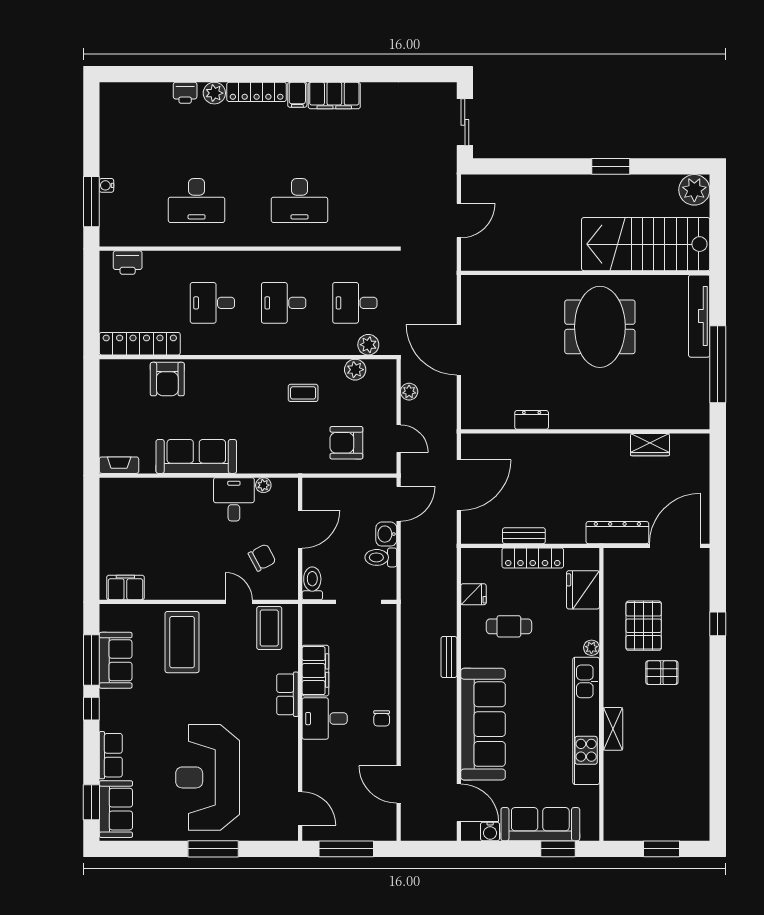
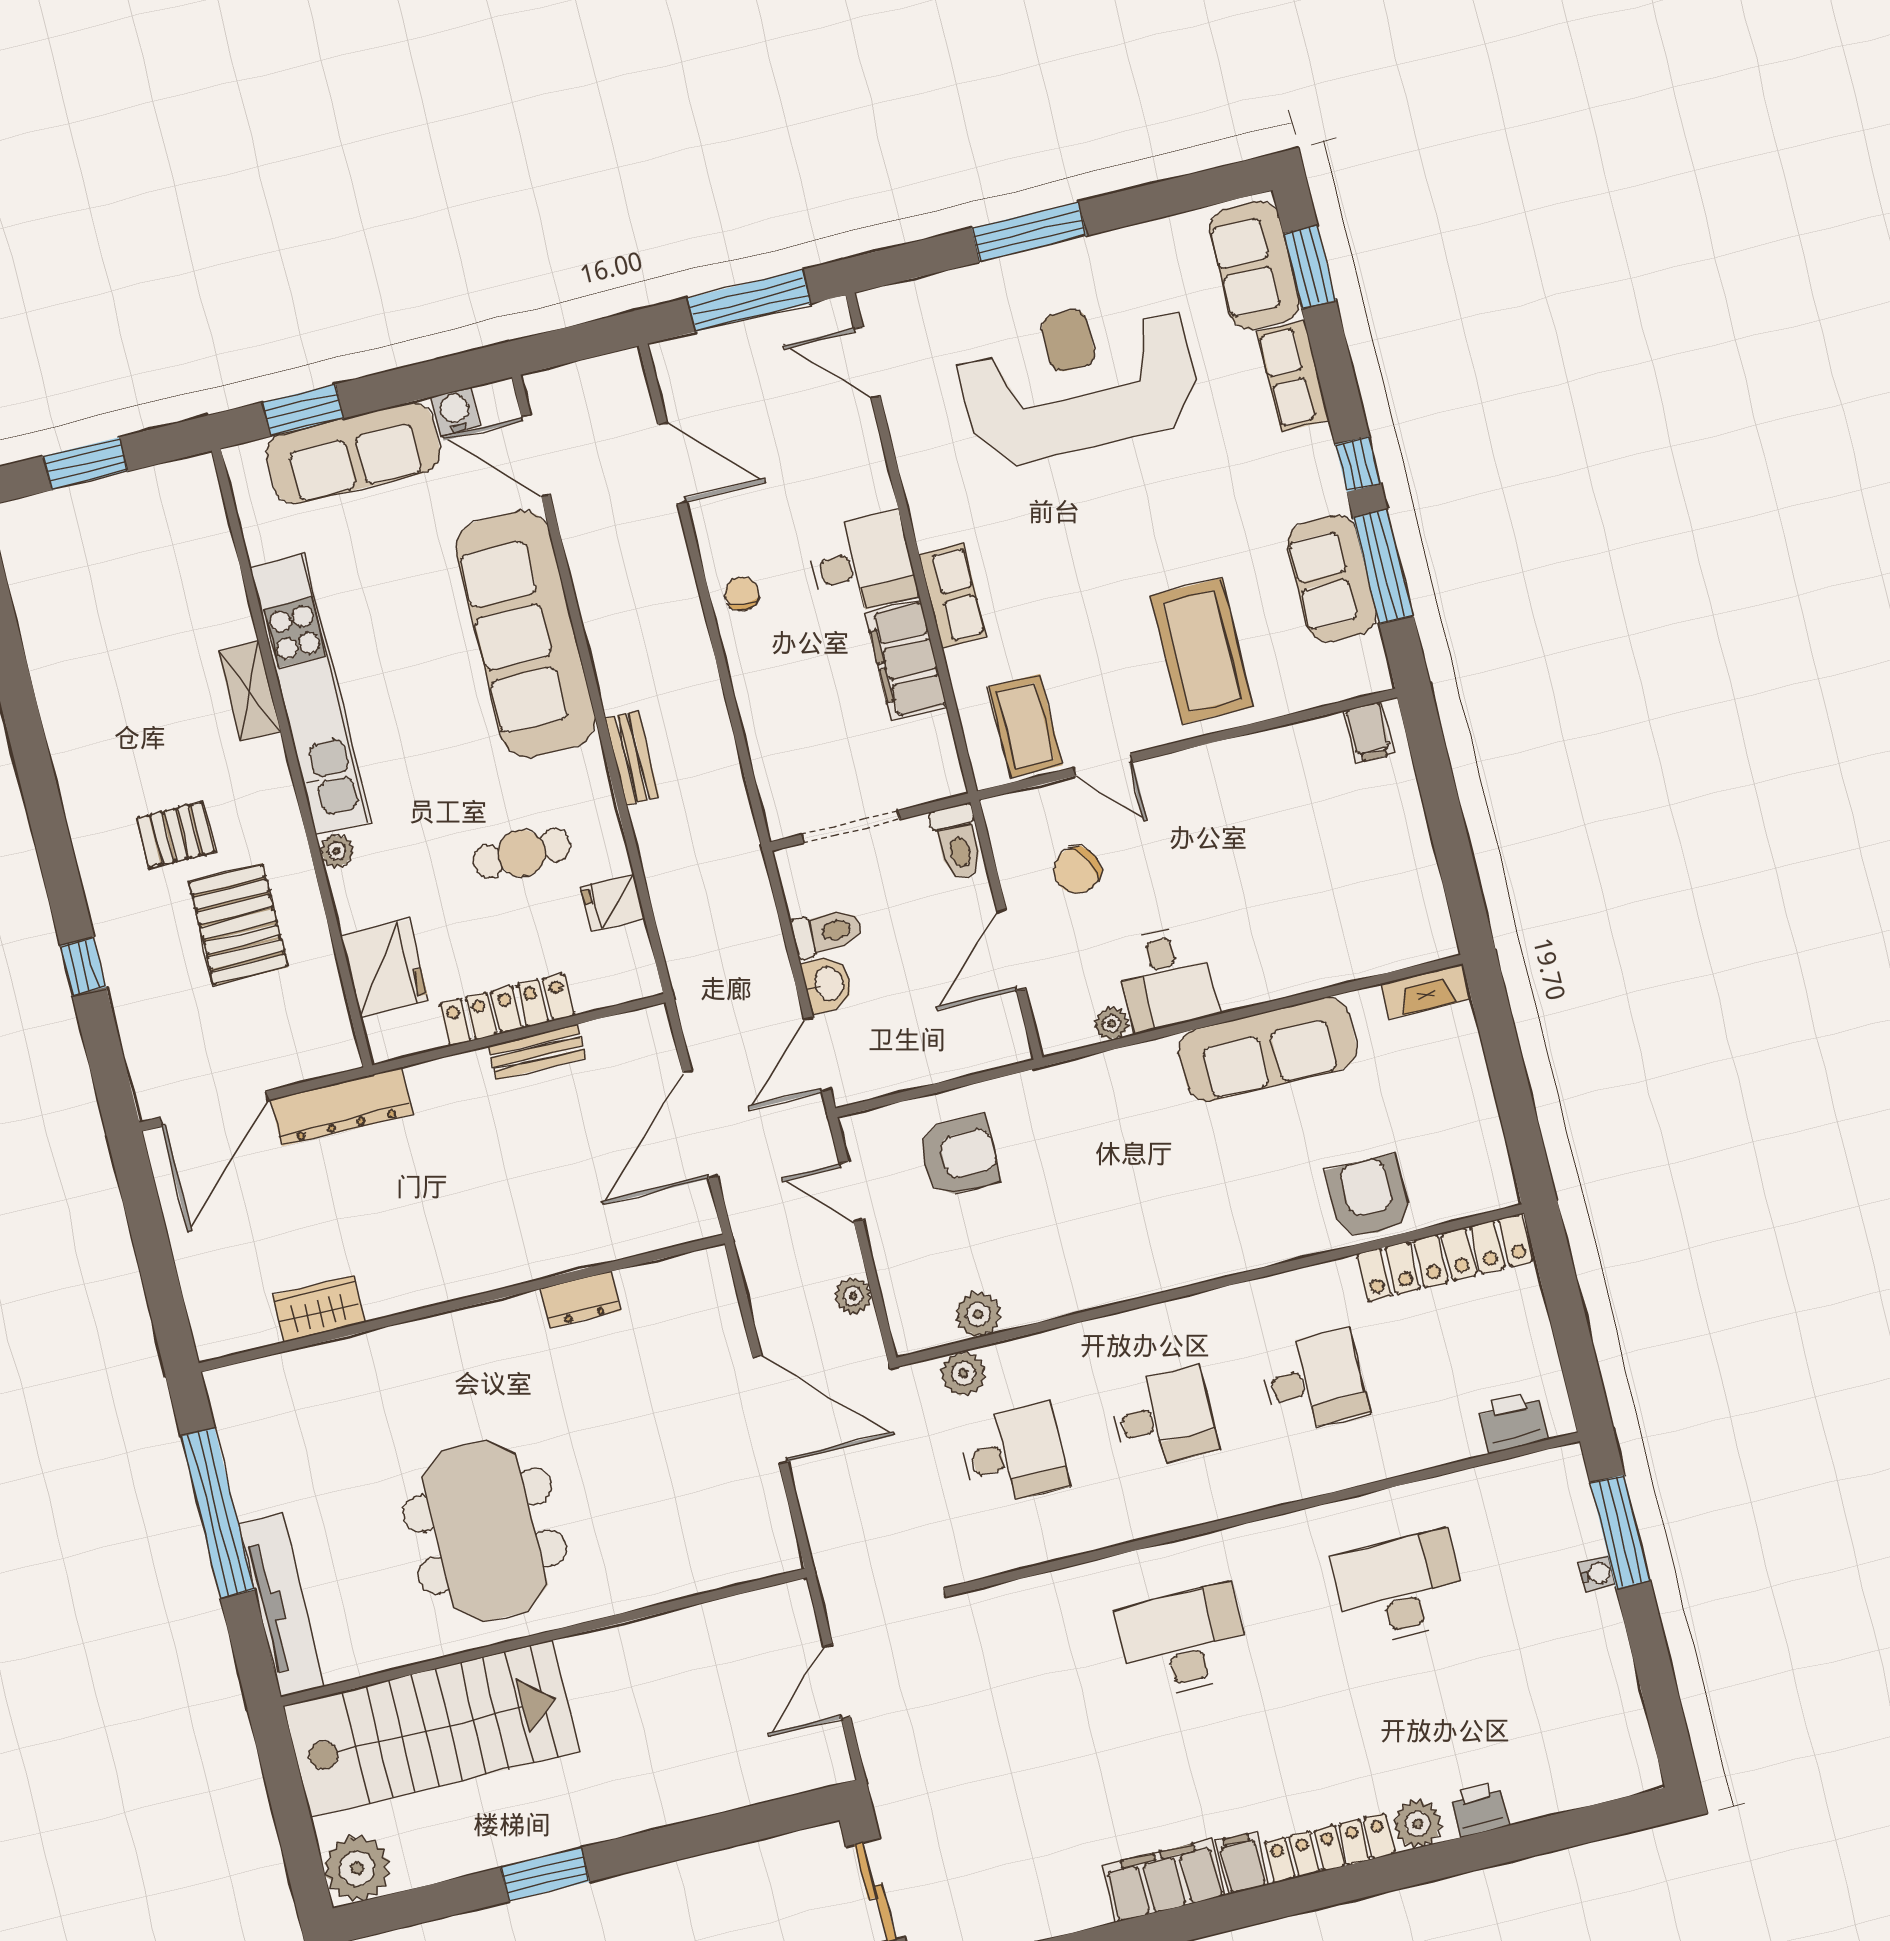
coffee table: (303, 393) -> (1076, 1238), removed
filing cabinet: (125, 588) -> (1369, 732), width x0.50
reception desk: (208, 777) -> (1078, 379), turned -90

